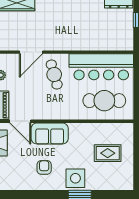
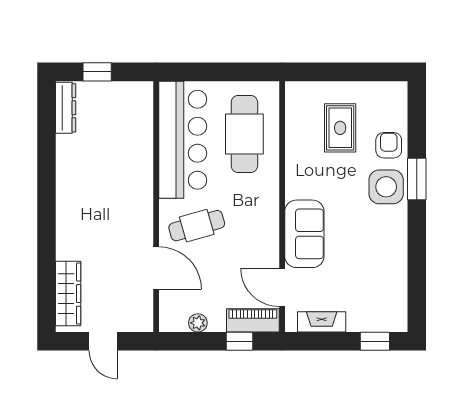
door: (20, 121) -> (282, 287), swing flipped
armchair: (44, 167) -> (389, 145), moved, turned 90

